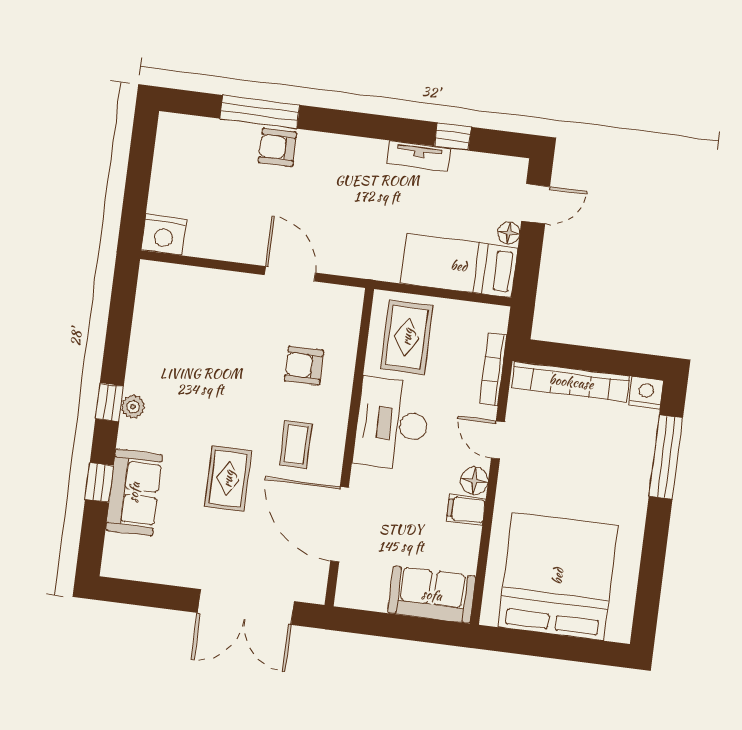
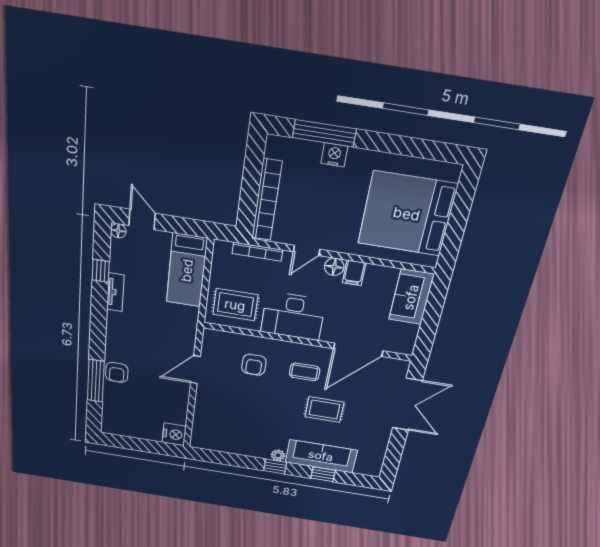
floor lamp: (509, 233) -> (118, 231), moved
nightstand: (646, 393) -> (334, 155), moved, turned 90
sofa: (134, 492) -> (321, 456), width x1.36

